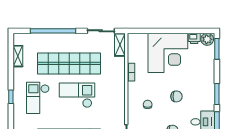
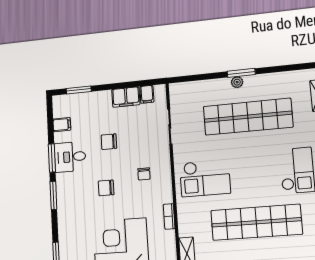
checkout: (77, 95) -> (205, 178), moved

